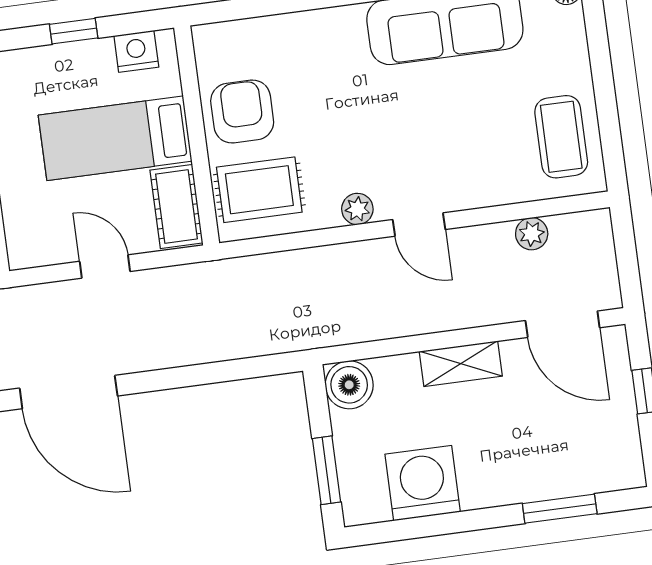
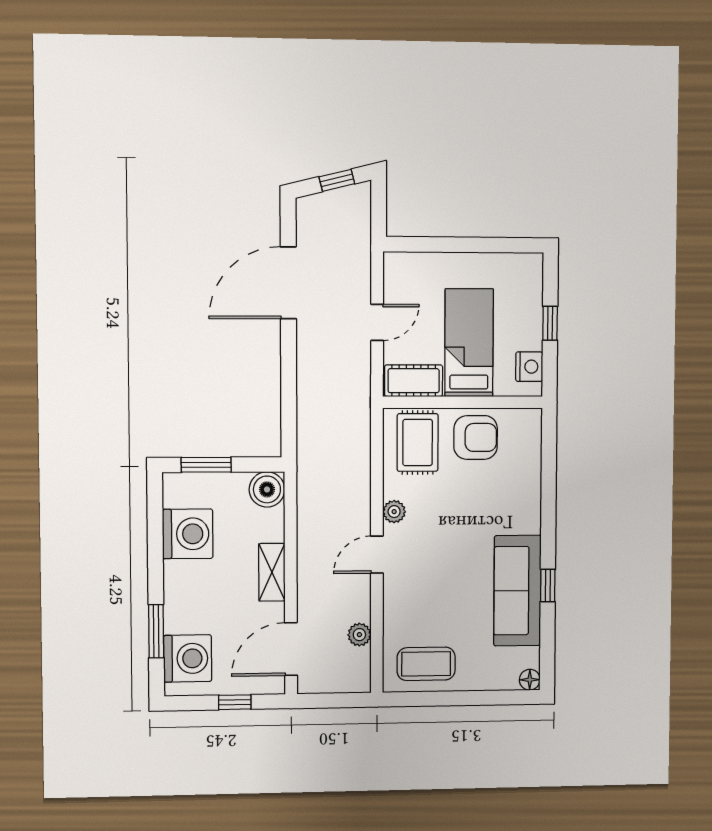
washing machine: (592, 462) -> (188, 658), added

